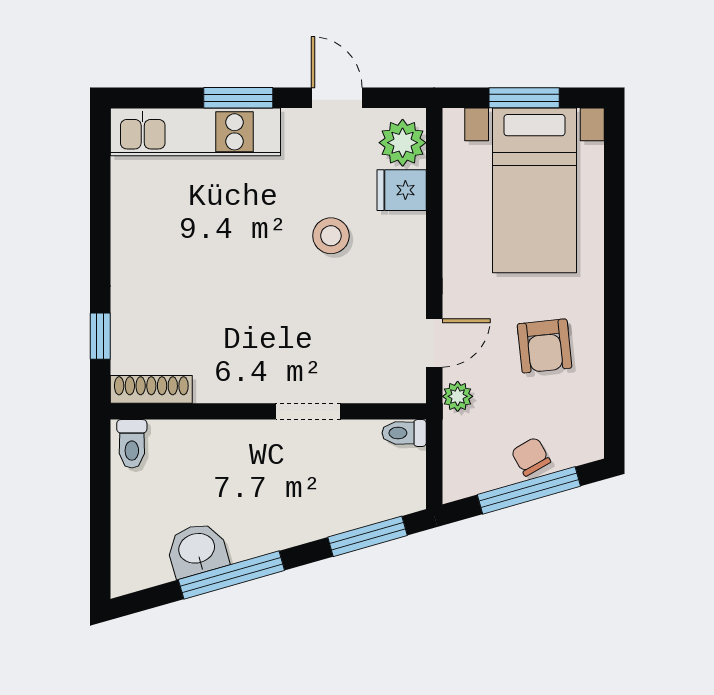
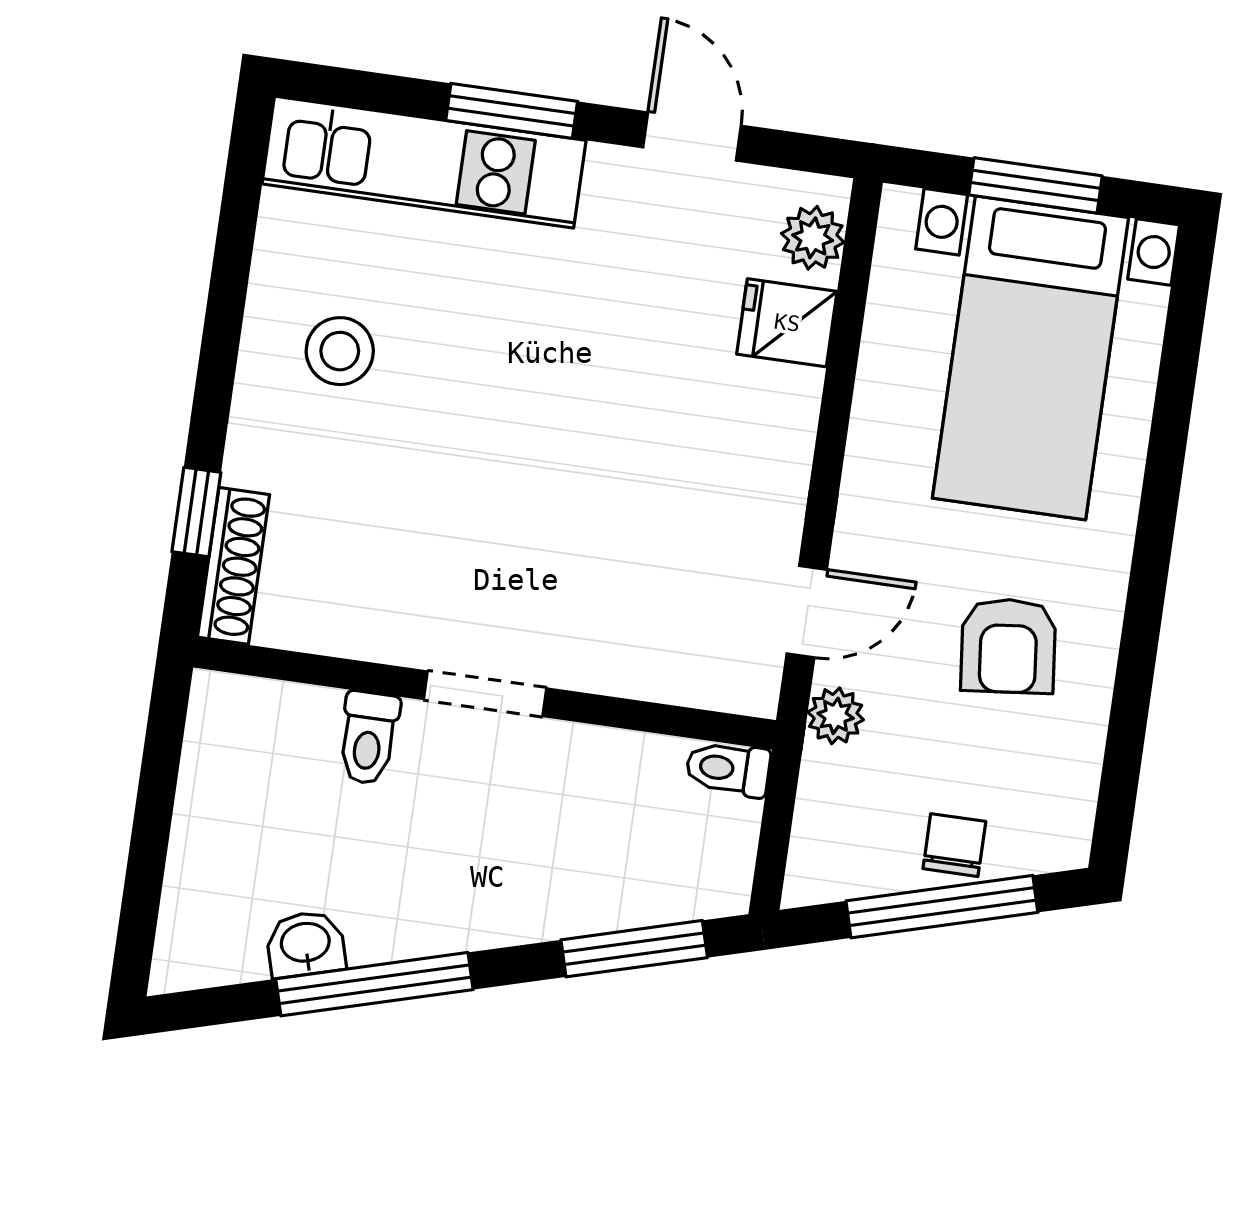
plant: (403, 143) -> (813, 238), width x0.73, depth x0.73
stool: (331, 236) -> (340, 351), moved
shoe rack: (151, 389) -> (234, 566), moved, turned 90
doorway: (308, 411) -> (485, 694), moved
toilet: (132, 444) -> (368, 738), moved
chair: (531, 457) -> (954, 845), turned 30
washbasin: (197, 550) -> (305, 944), width x0.72, depth x0.69

